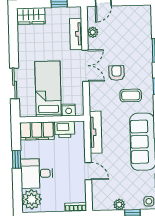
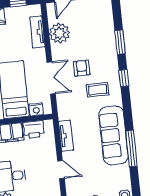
plant: (93, 32) -> (59, 33), width x1.88, depth x1.88
double door: (85, 66) -> (51, 78), moved
tv unit: (96, 132) -> (66, 136), width x0.71

